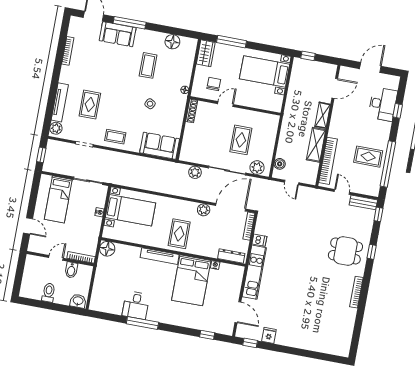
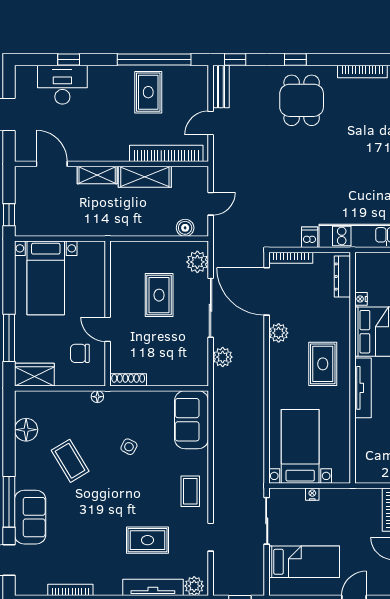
coffee table: (148, 65) -> (70, 461), turned 59
rug: (241, 140) -> (159, 295), turned 90
rug: (179, 234) -> (323, 364), turned 90
floor lamp: (107, 249) -> (367, 471), removed

